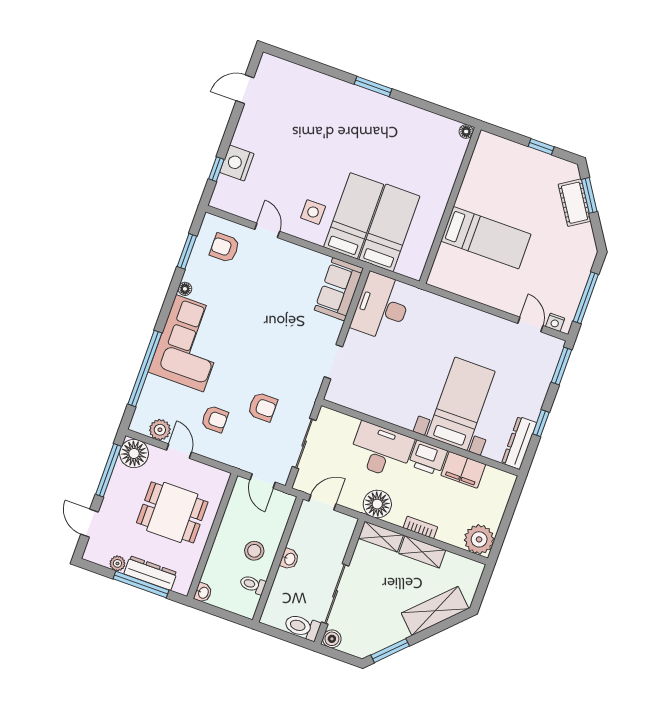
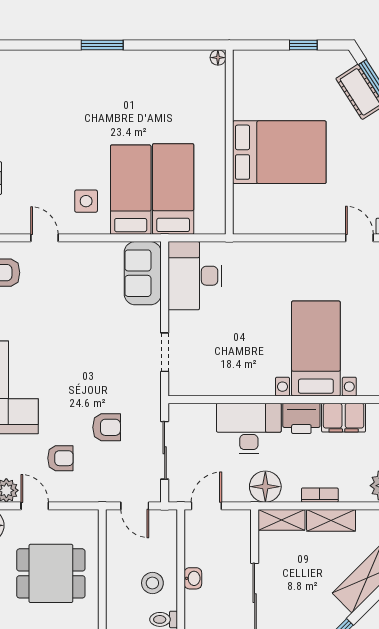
bed: (486, 238) -> (279, 152), width x1.50

